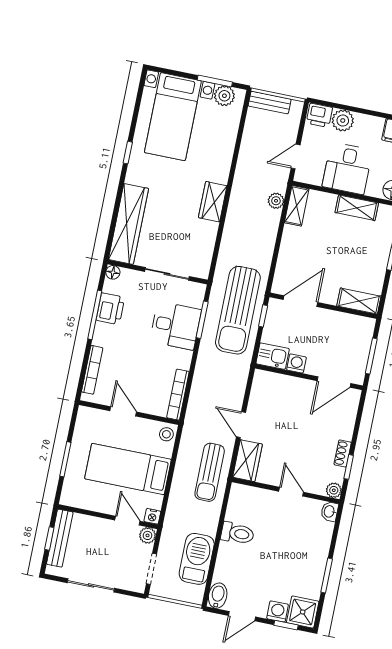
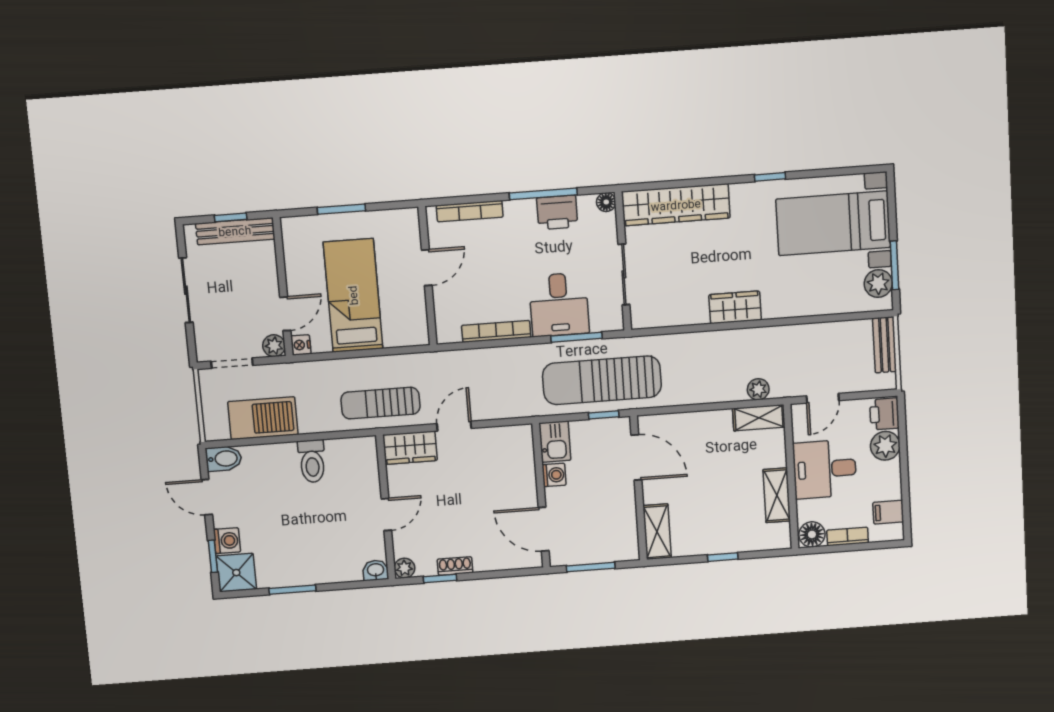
door: (296, 156) -> (823, 398), swing flipped
bookcase: (178, 395) -> (496, 331), moved
stool: (166, 434) -> (413, 333), removed

